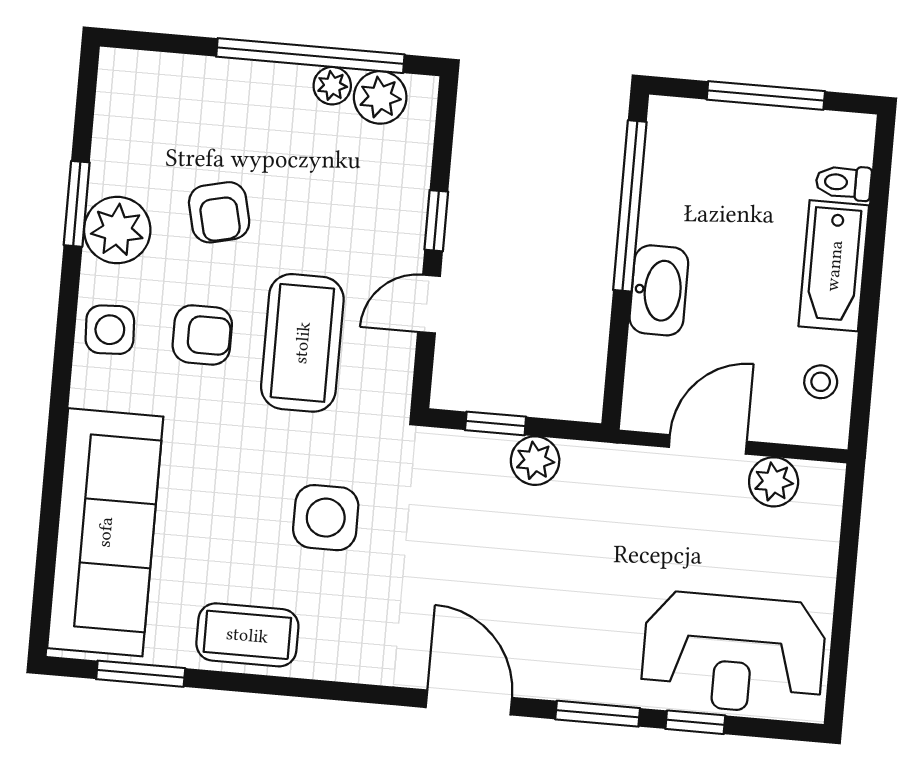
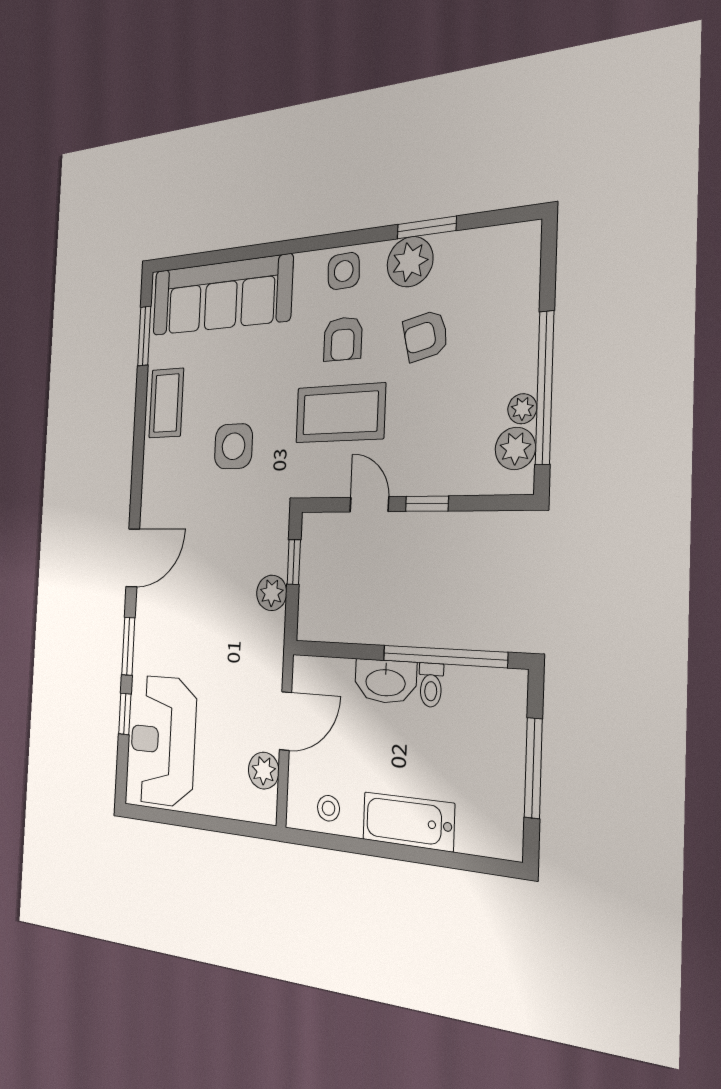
toilet: (844, 182) -> (431, 685), moved, turned 180
door: (708, 444) -> (286, 721), hinge flipped

